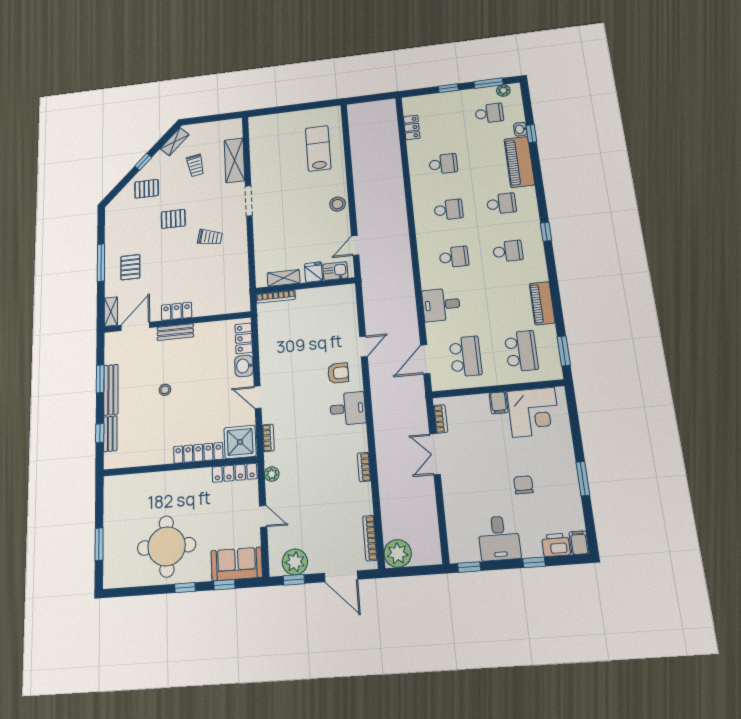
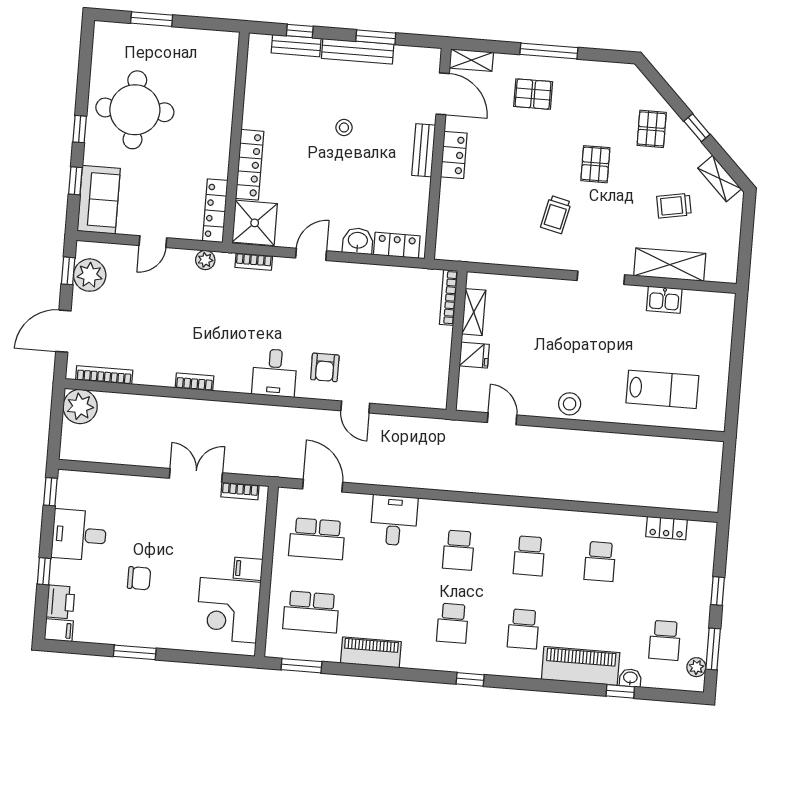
kitchen sink: (335, 271) -> (664, 300), moved, turned 90

